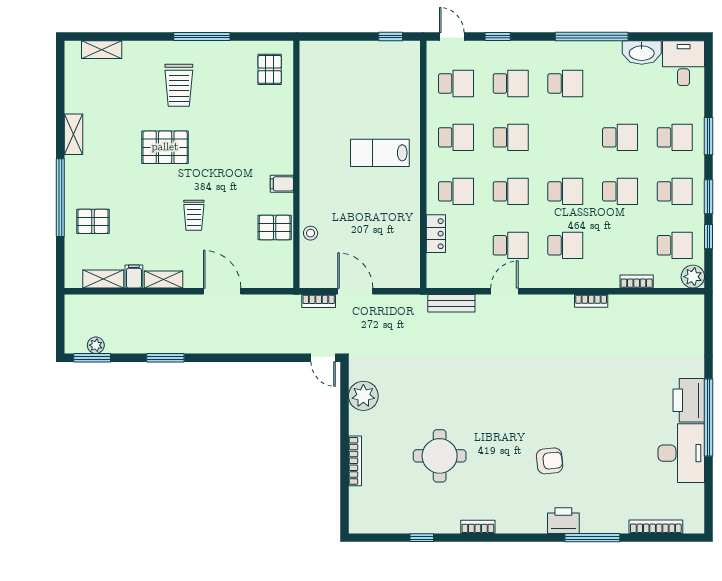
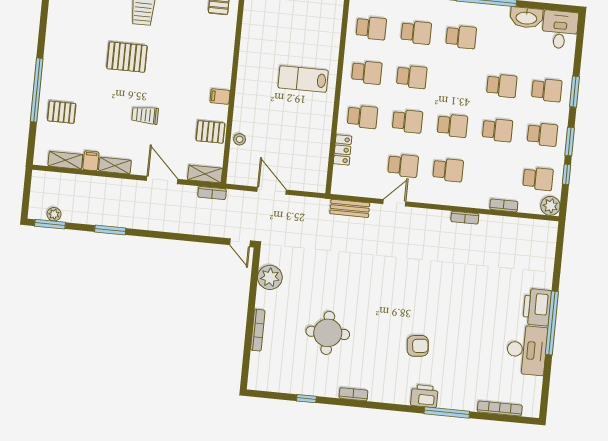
shelving: (73, 134) -> (205, 174), moved, turned 90
trolley: (194, 215) -> (145, 115), turned 90
bookcase: (319, 301) -> (212, 193), moved

